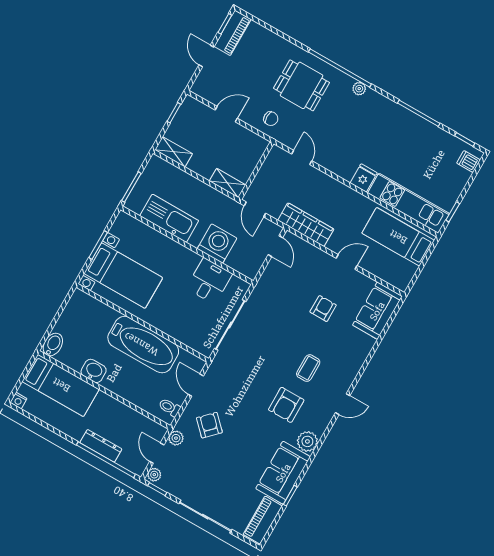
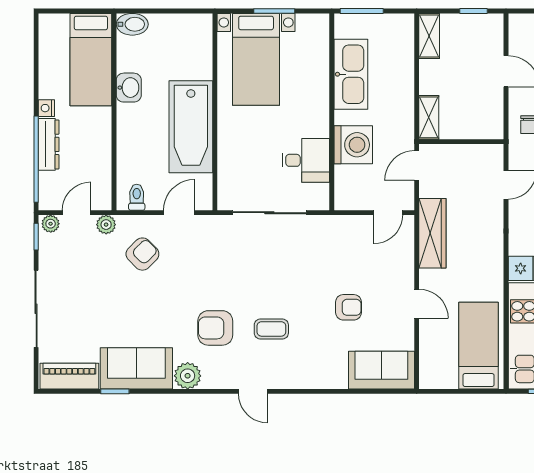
nightstand: (19, 401) -> (46, 108), moved

